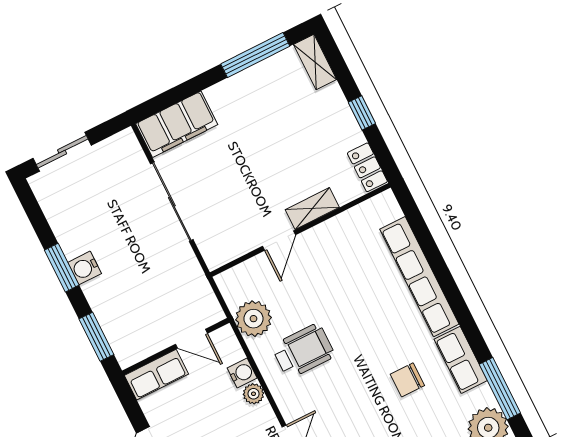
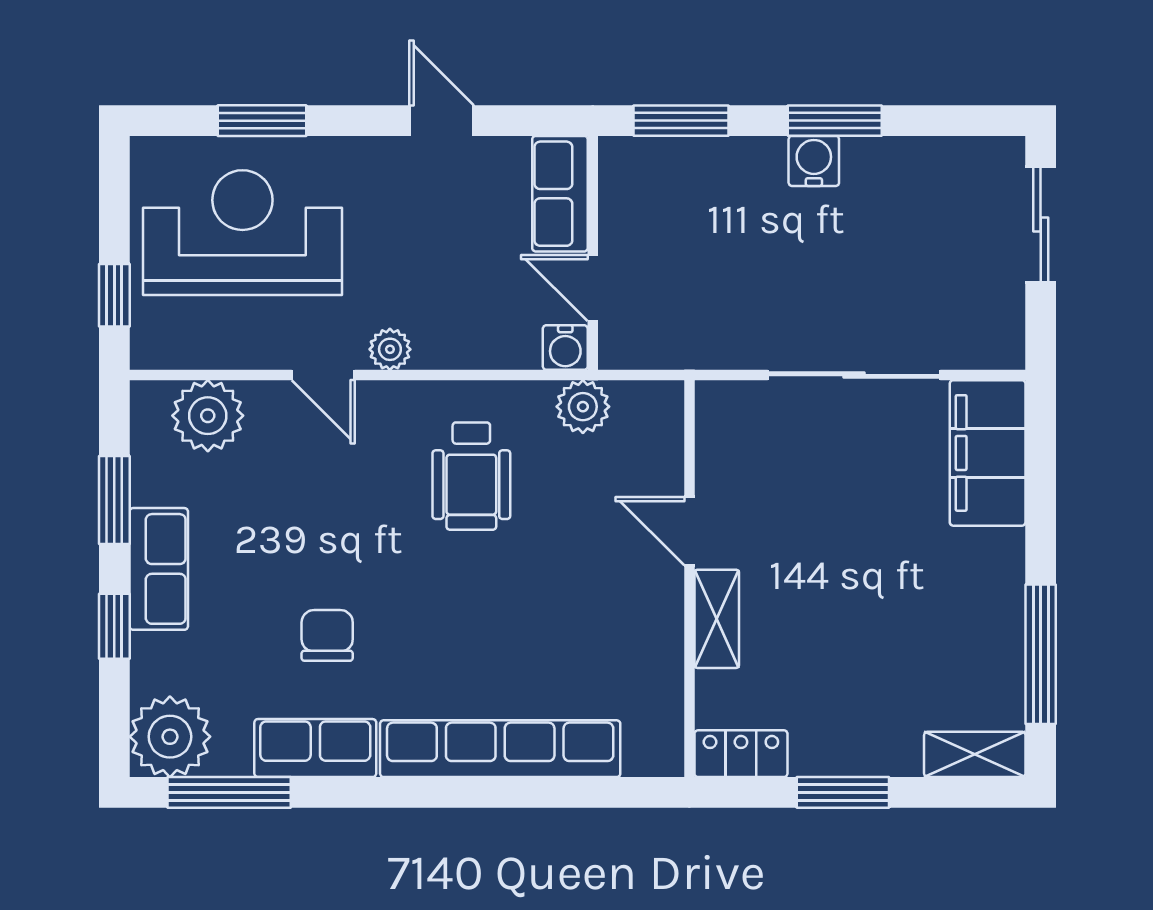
window: (362, 113) -> (843, 792), width x1.50
plant: (253, 319) -> (583, 407), width x0.73, depth x0.73
door: (191, 339) -> (593, 288), hinge flipped
water cooler: (242, 373) -> (565, 348), moved
plant: (253, 394) -> (390, 349), moved

